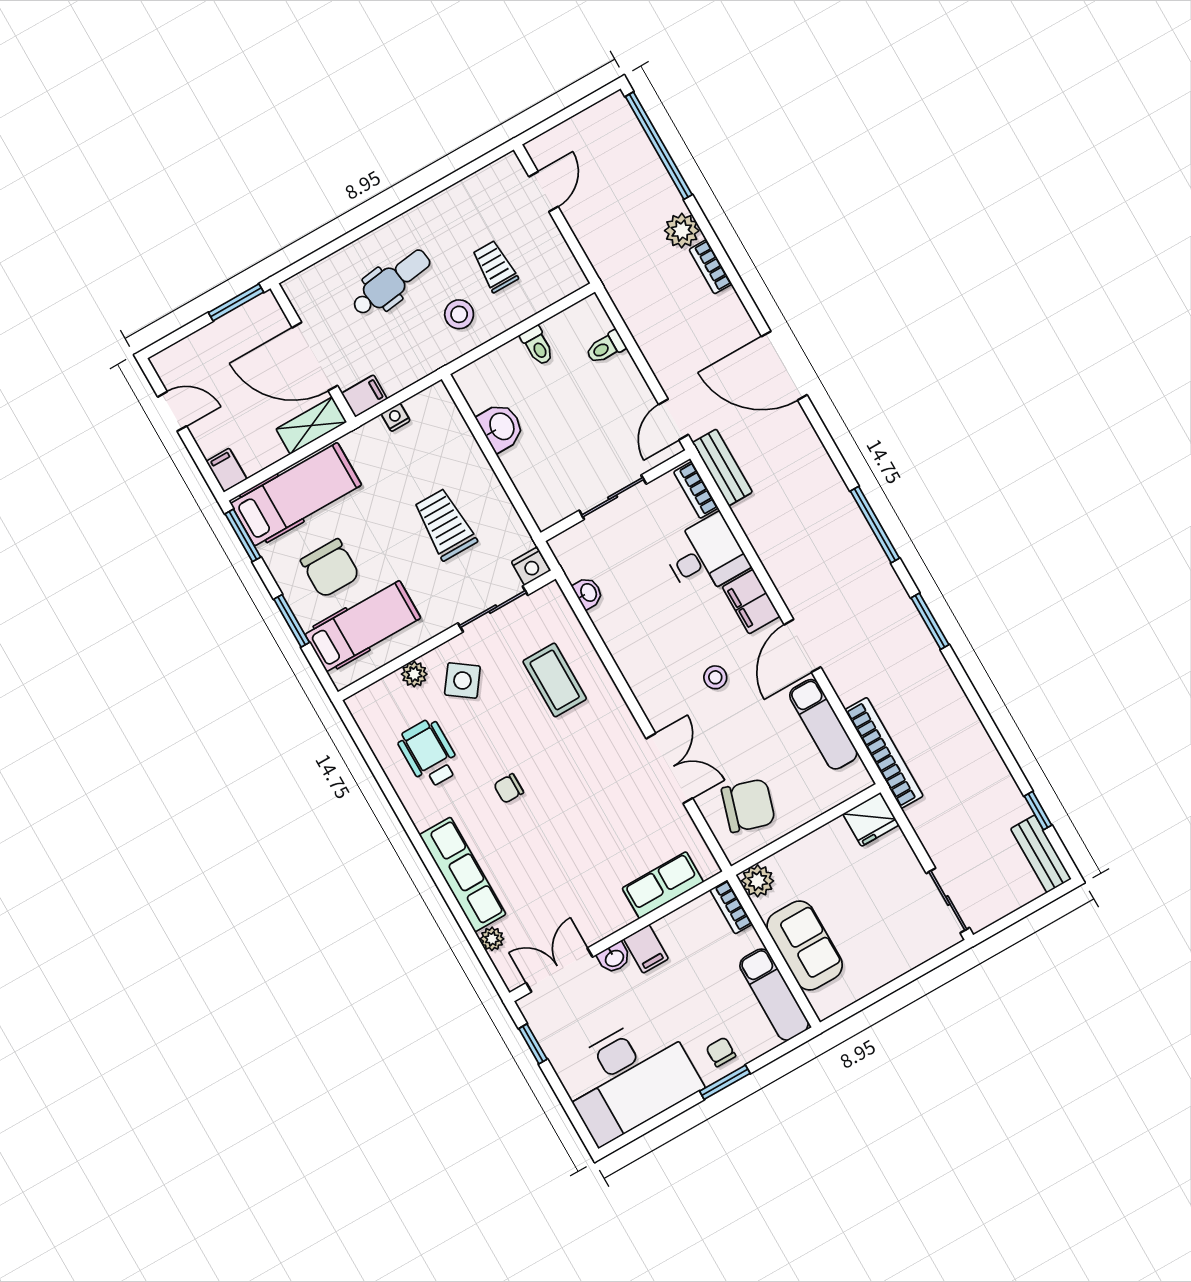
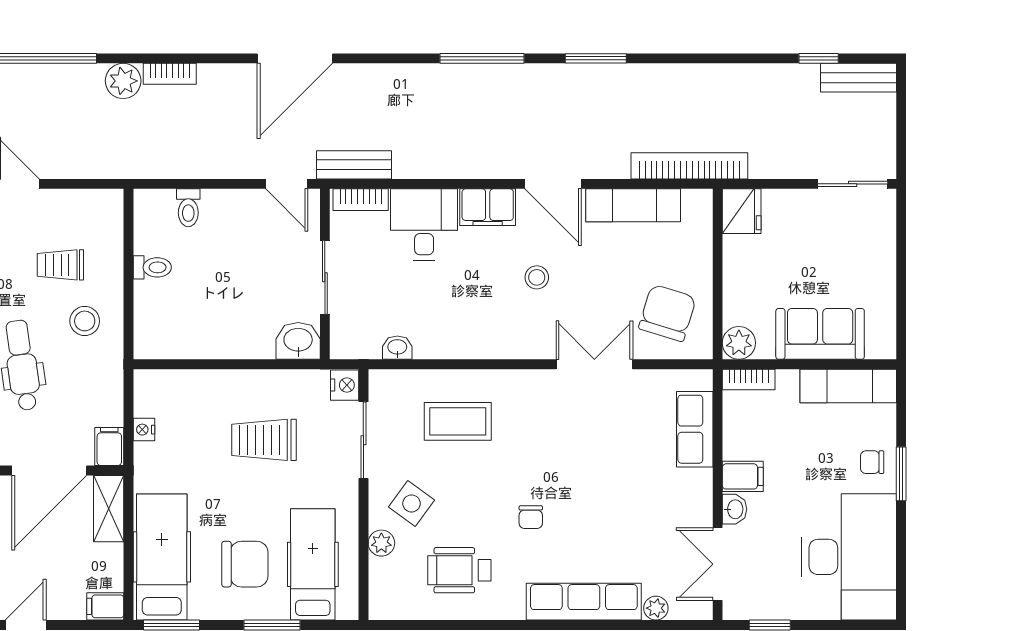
washbasin: (501, 427) -> (298, 341), moved

